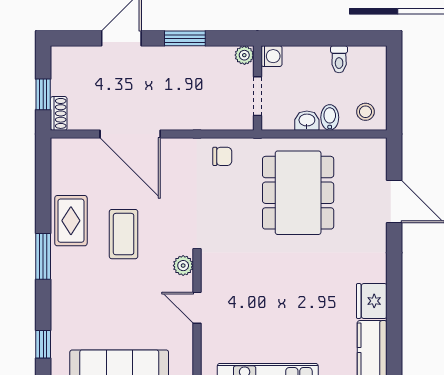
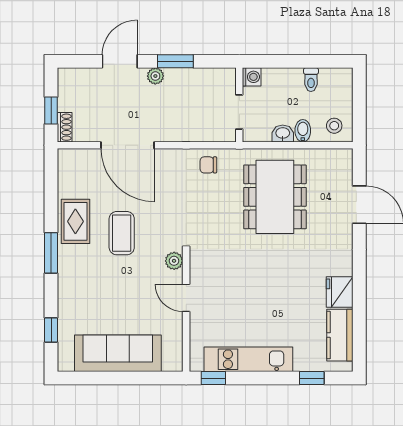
plant: (244, 55) -> (155, 76), moved
chair: (222, 156) -> (208, 165), turned 180

